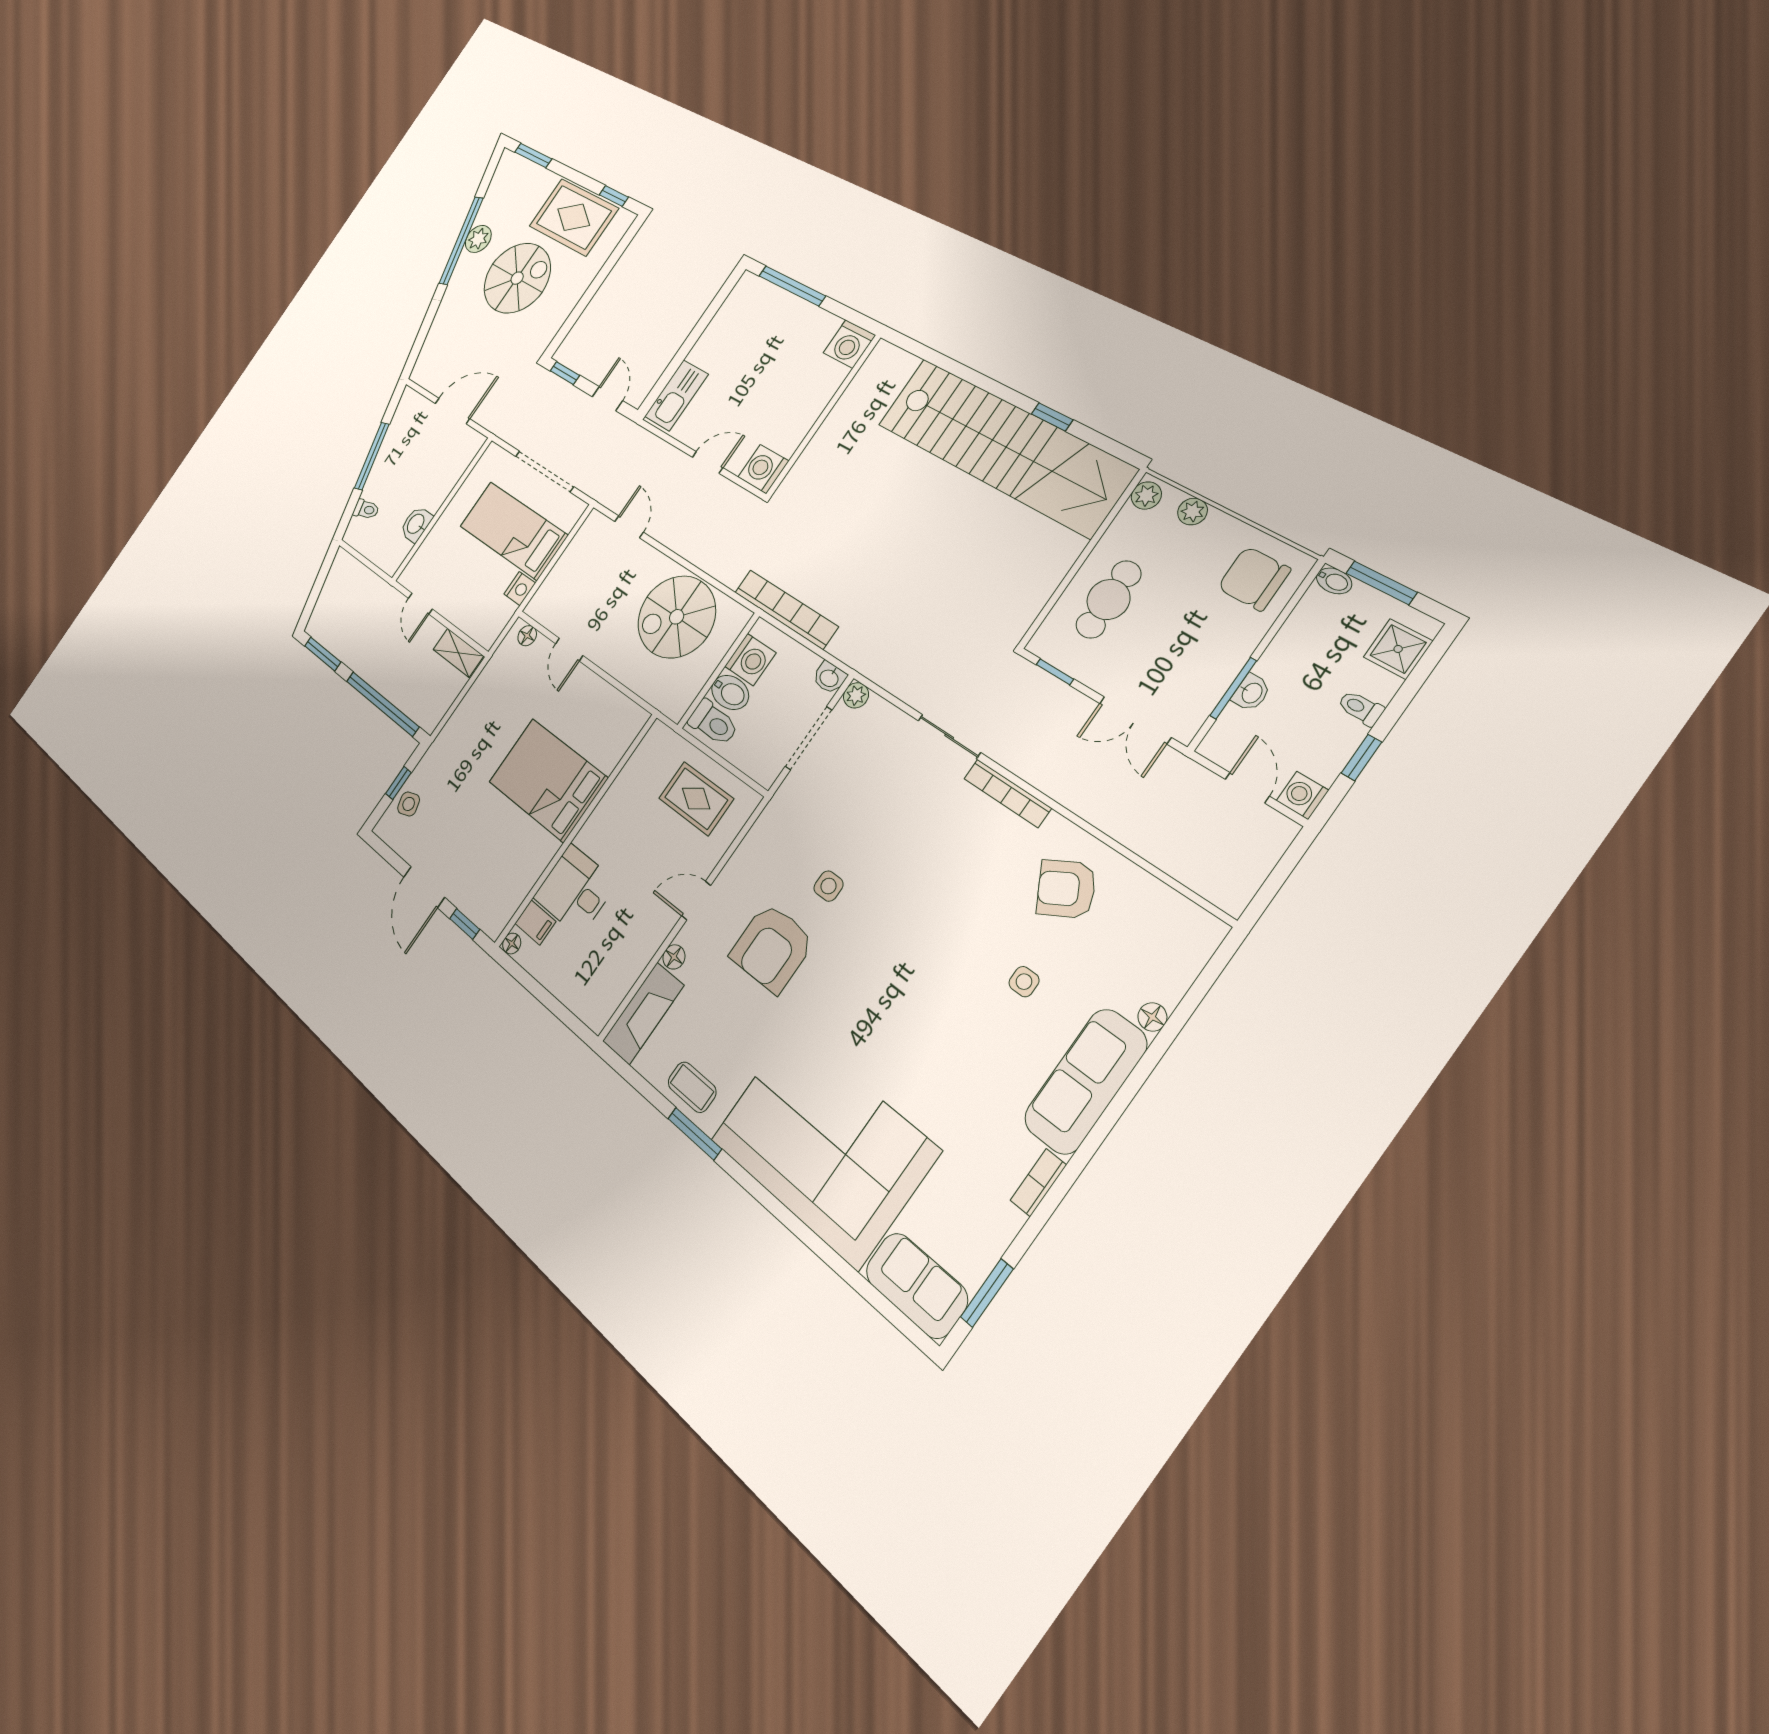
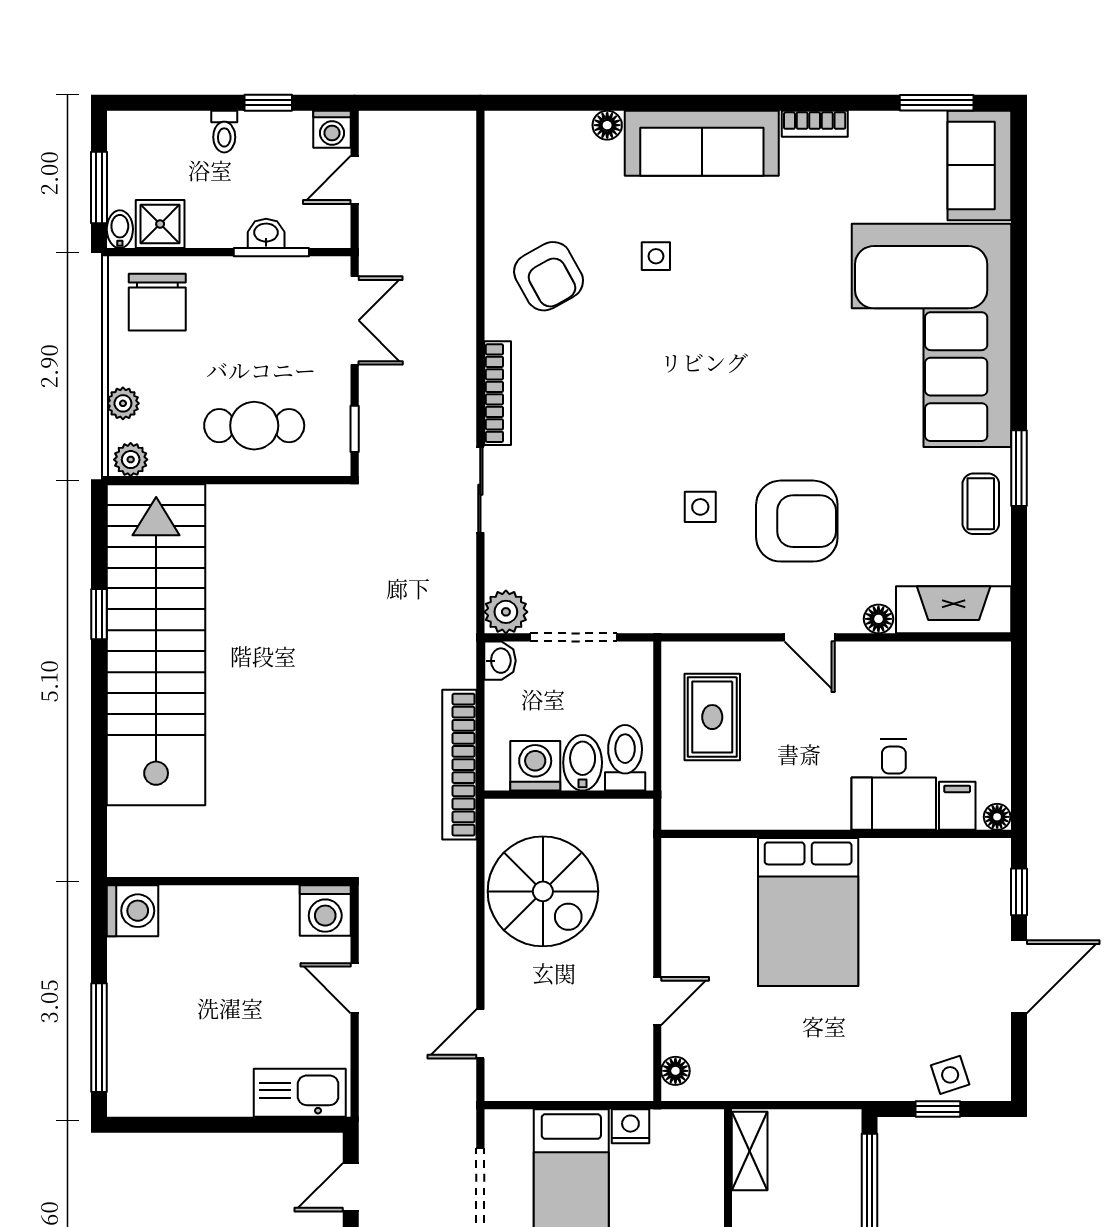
shower: (1398, 649) -> (160, 224), moved
plant: (856, 695) -> (506, 612), width x1.38, depth x1.38

